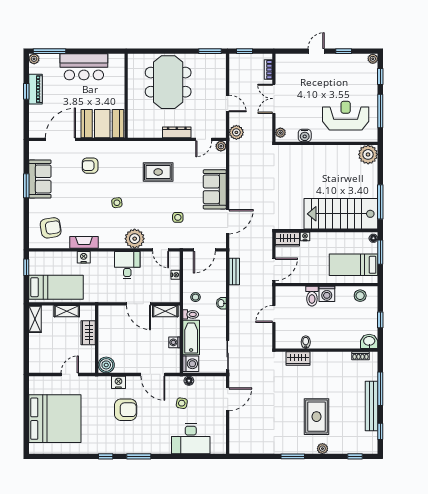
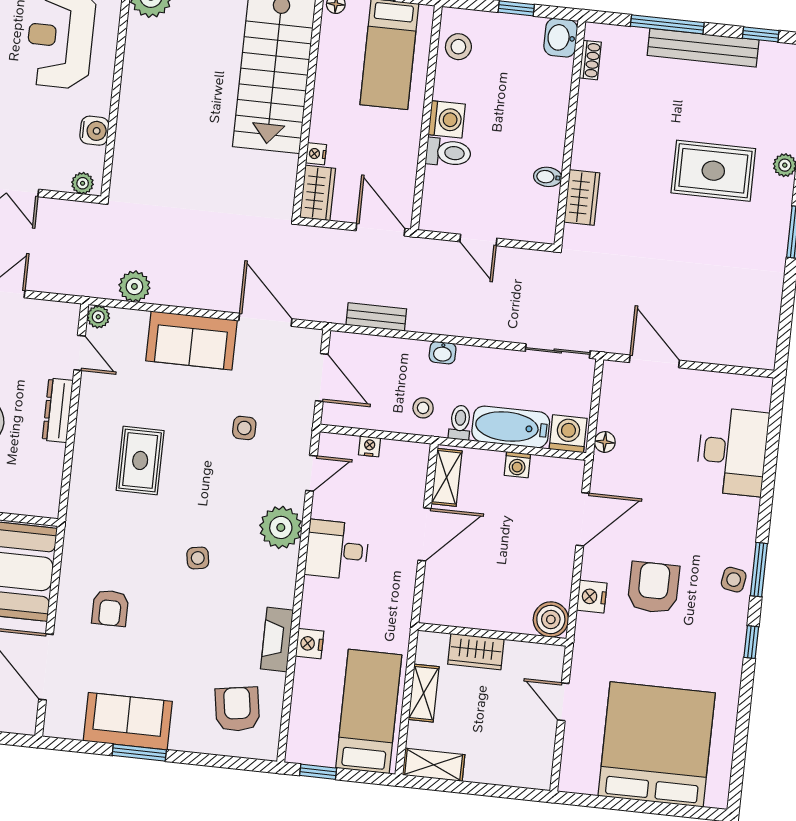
plant: (236, 132) -> (134, 286), moved
side table: (182, 403) -> (734, 580), moved

